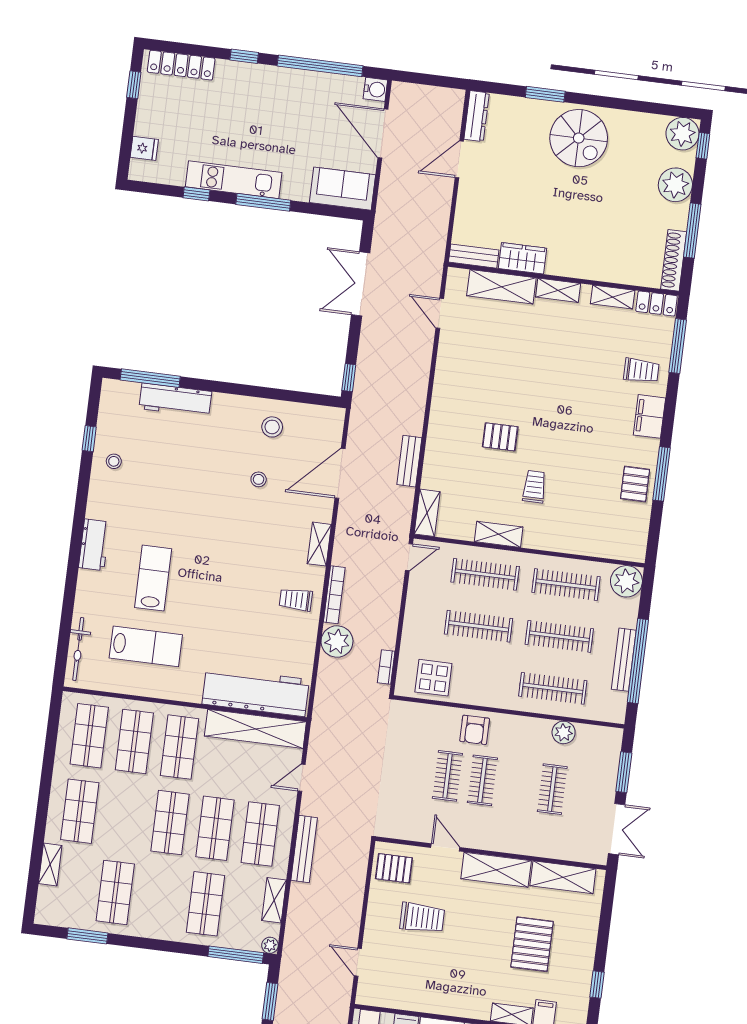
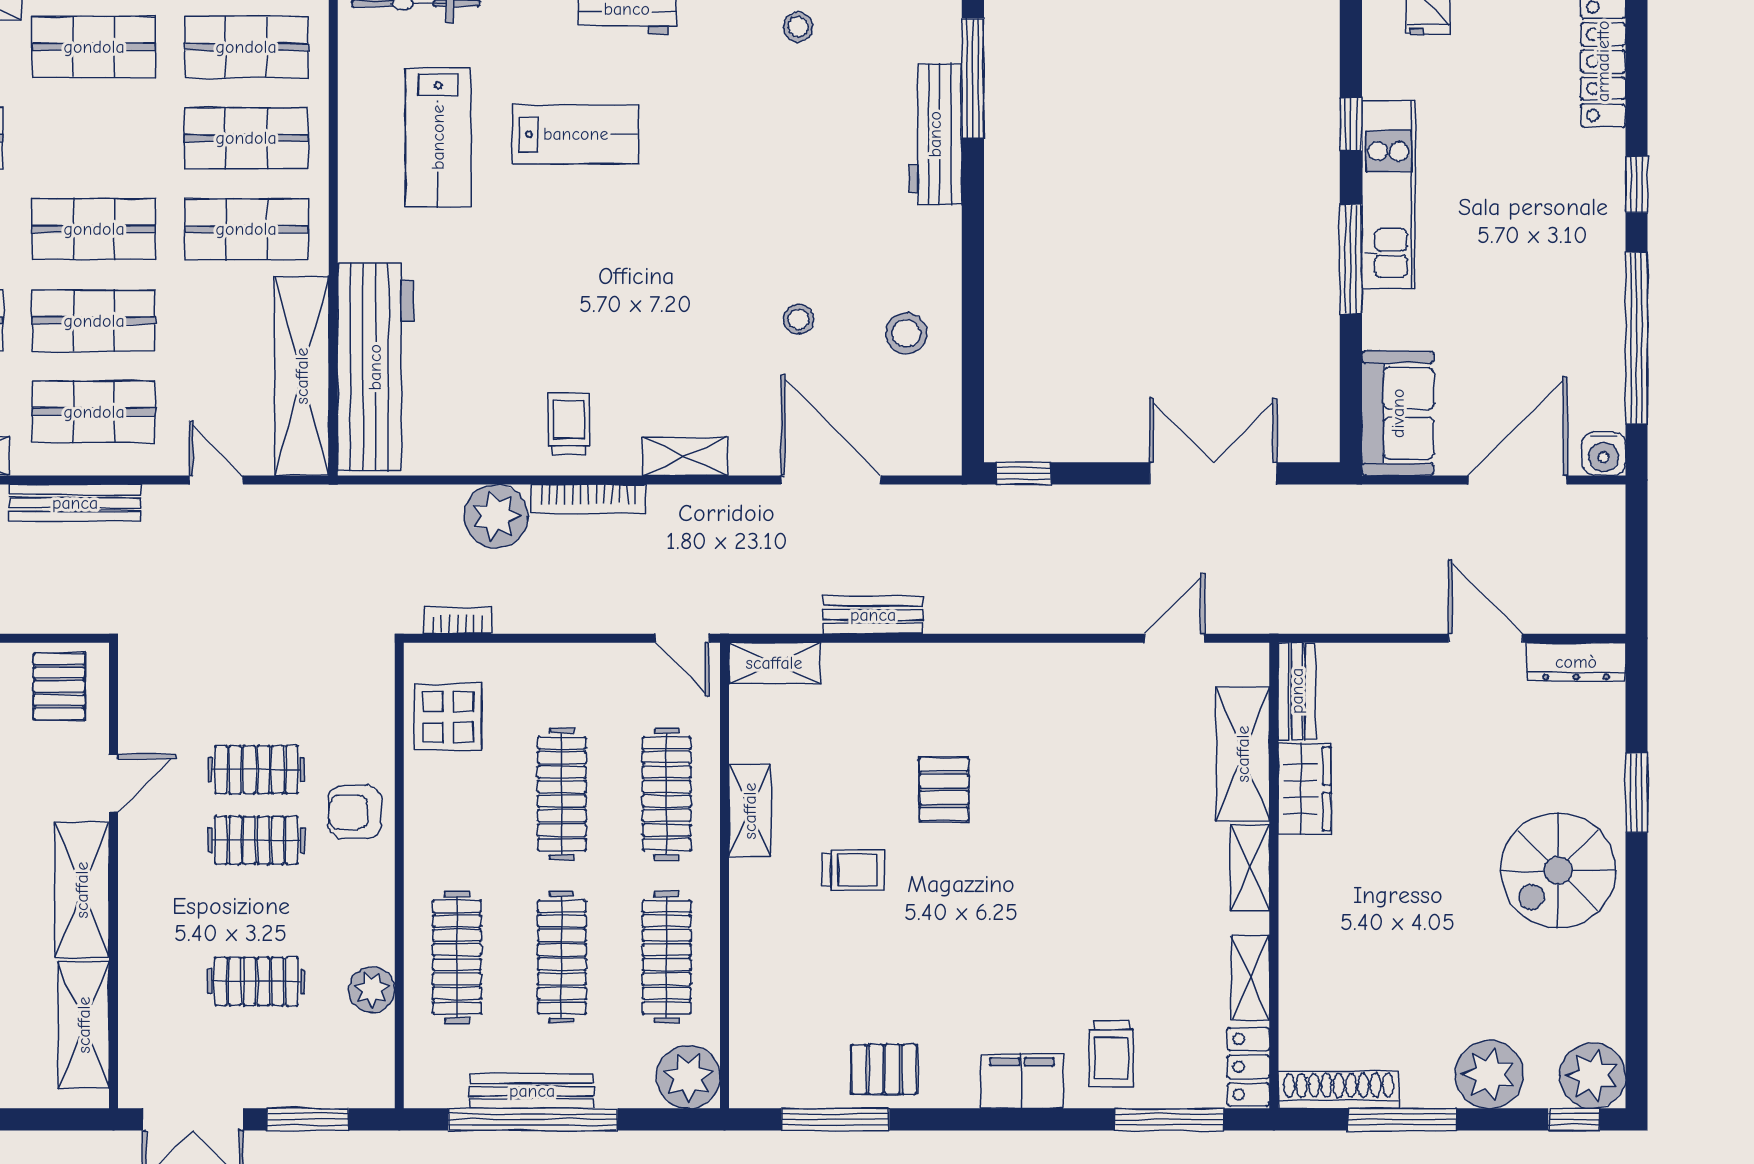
window: (661, 474) -> (835, 1119), moved

